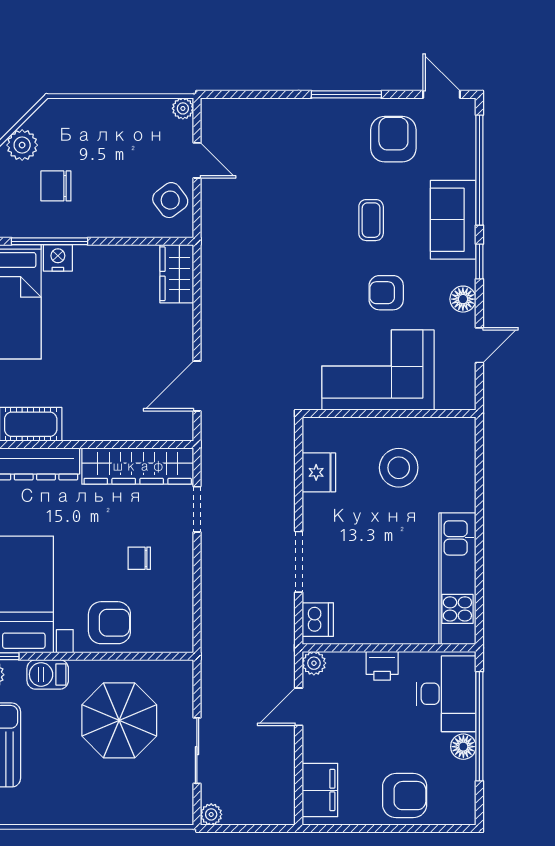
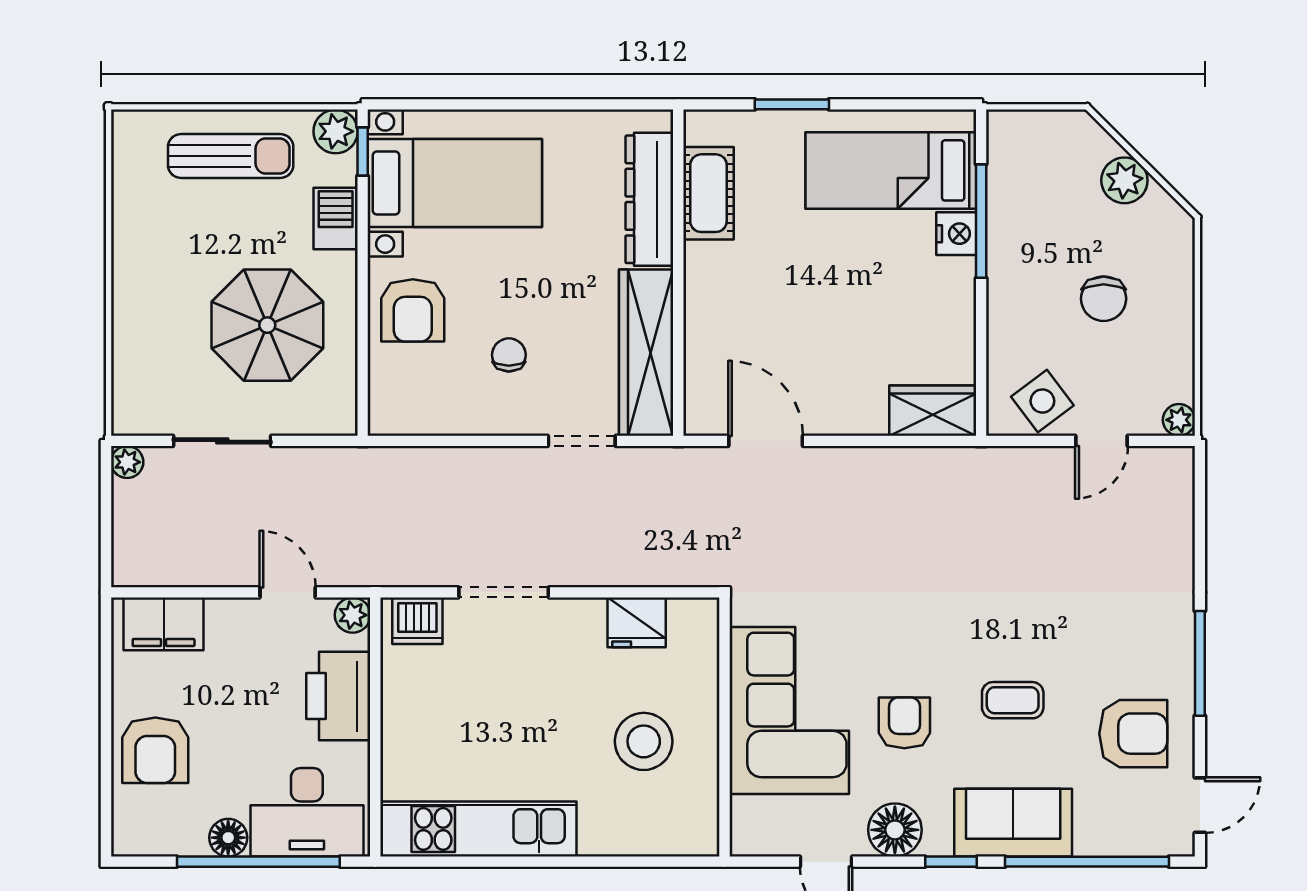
chair: (56, 186) -> (1104, 299), moved, turned 180
floor lamp: (463, 299) -> (895, 830), width x1.38, depth x1.38
printer: (382, 666) -> (338, 696), width x1.87, depth x1.48

